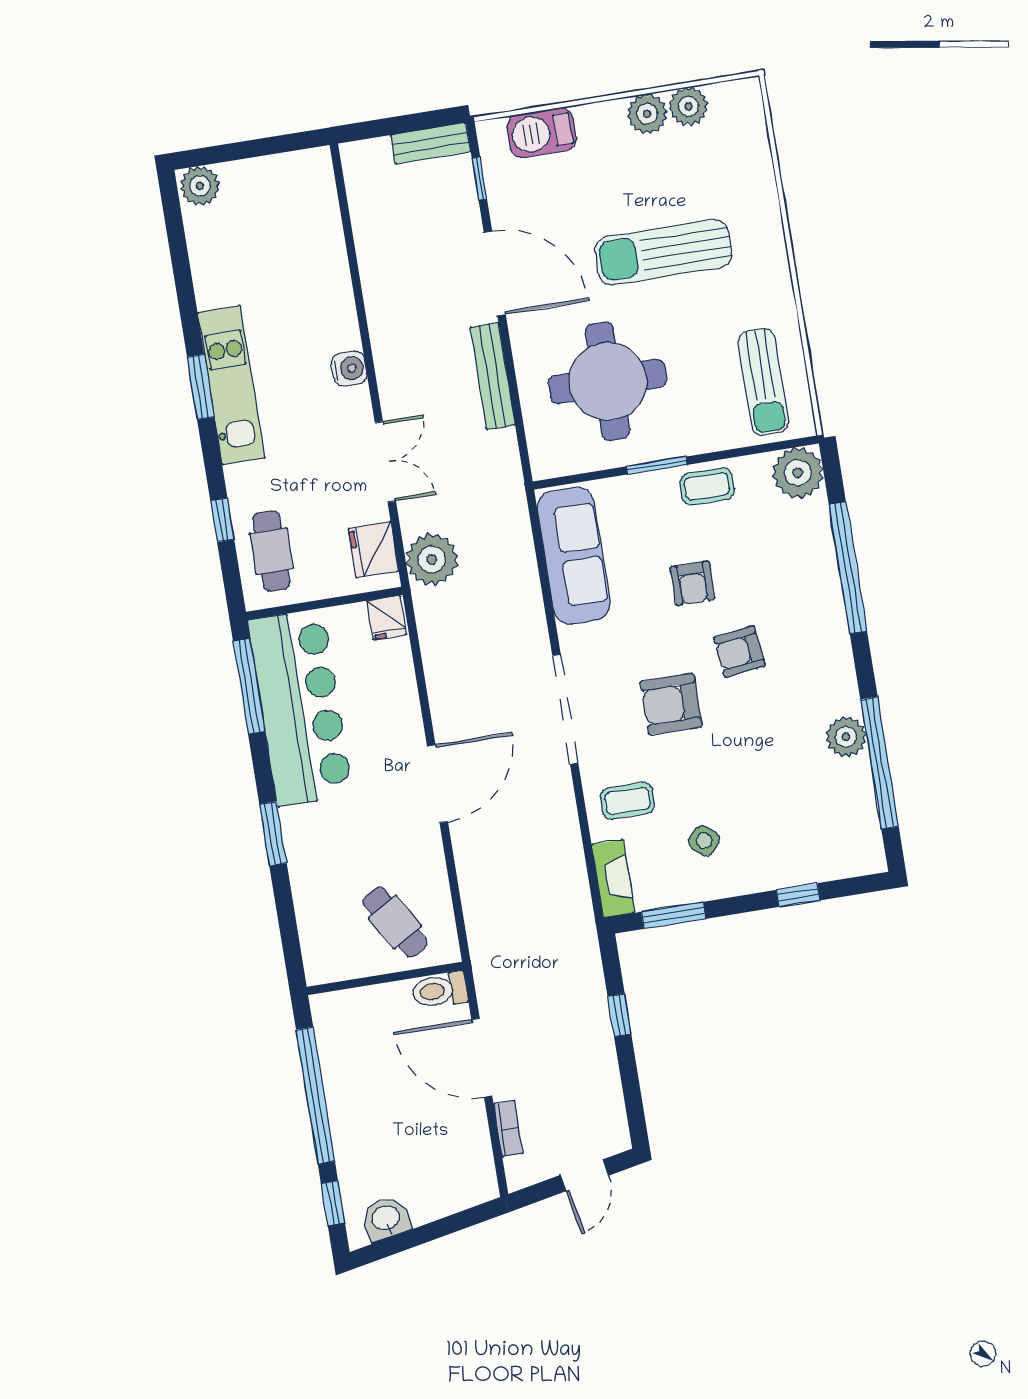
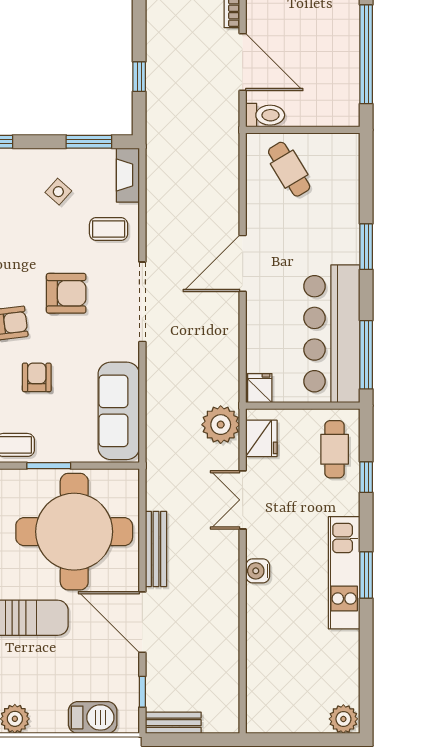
round table: (608, 381) -> (74, 532), width x1.36, depth x1.36

